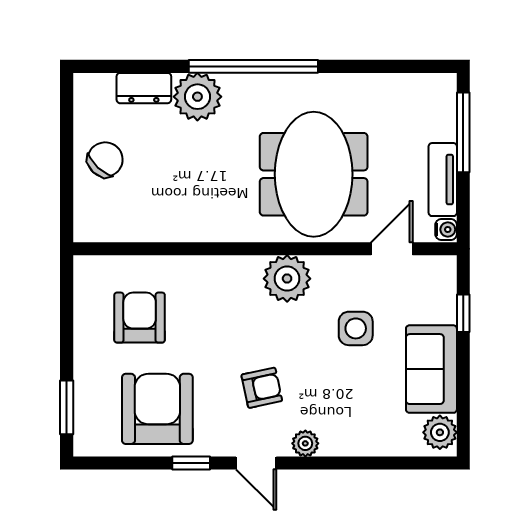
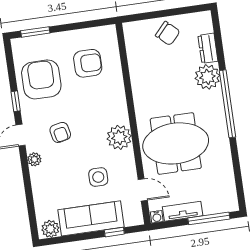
sofa: (431, 369) -> (91, 218), width x1.36
armchair: (157, 409) -> (41, 79), turned -90

